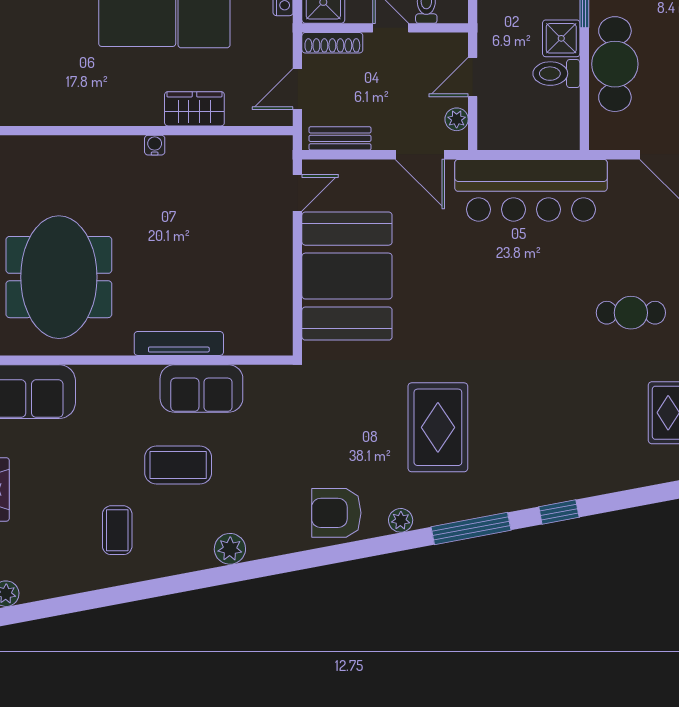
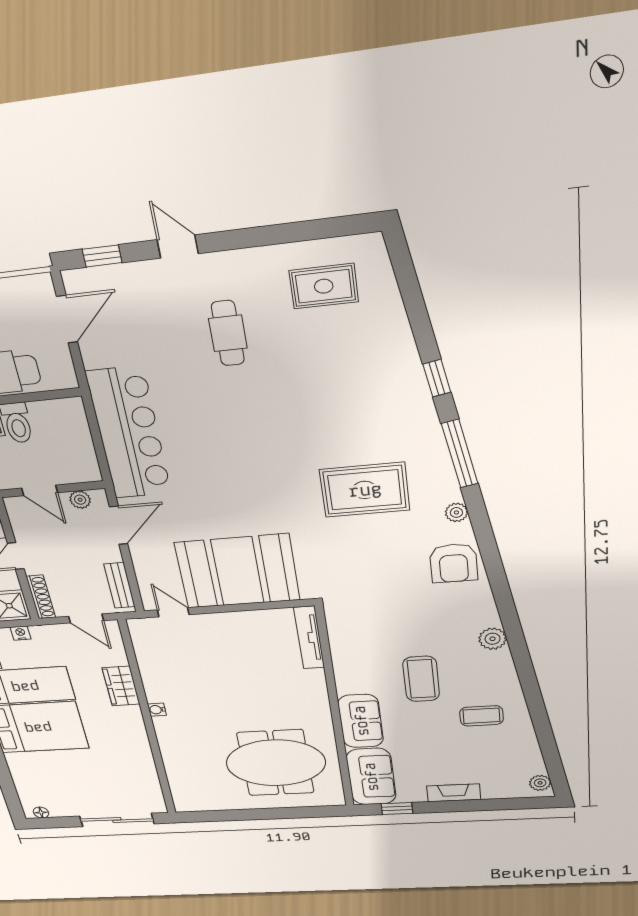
tv unit: (179, 343) -> (309, 638), moved
sofa: (201, 388) -> (361, 721), moved

